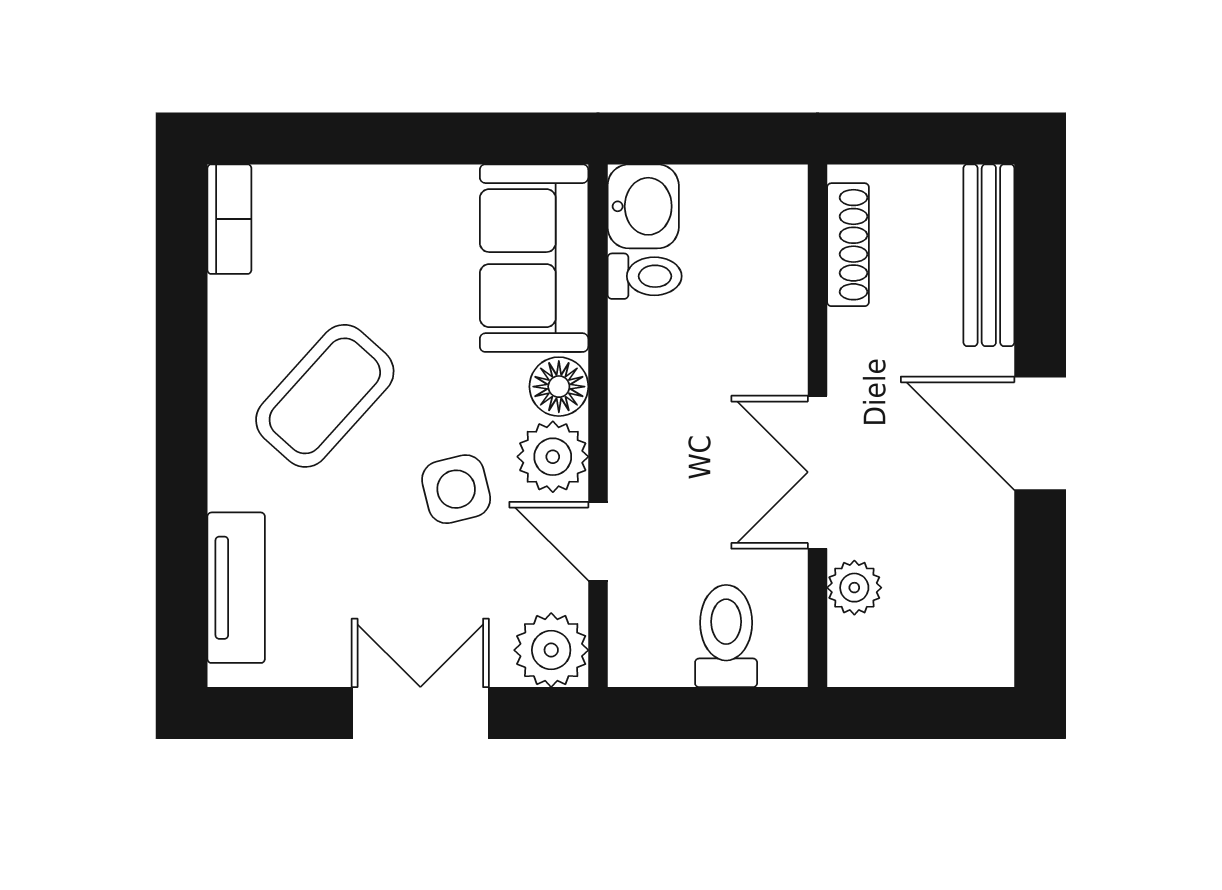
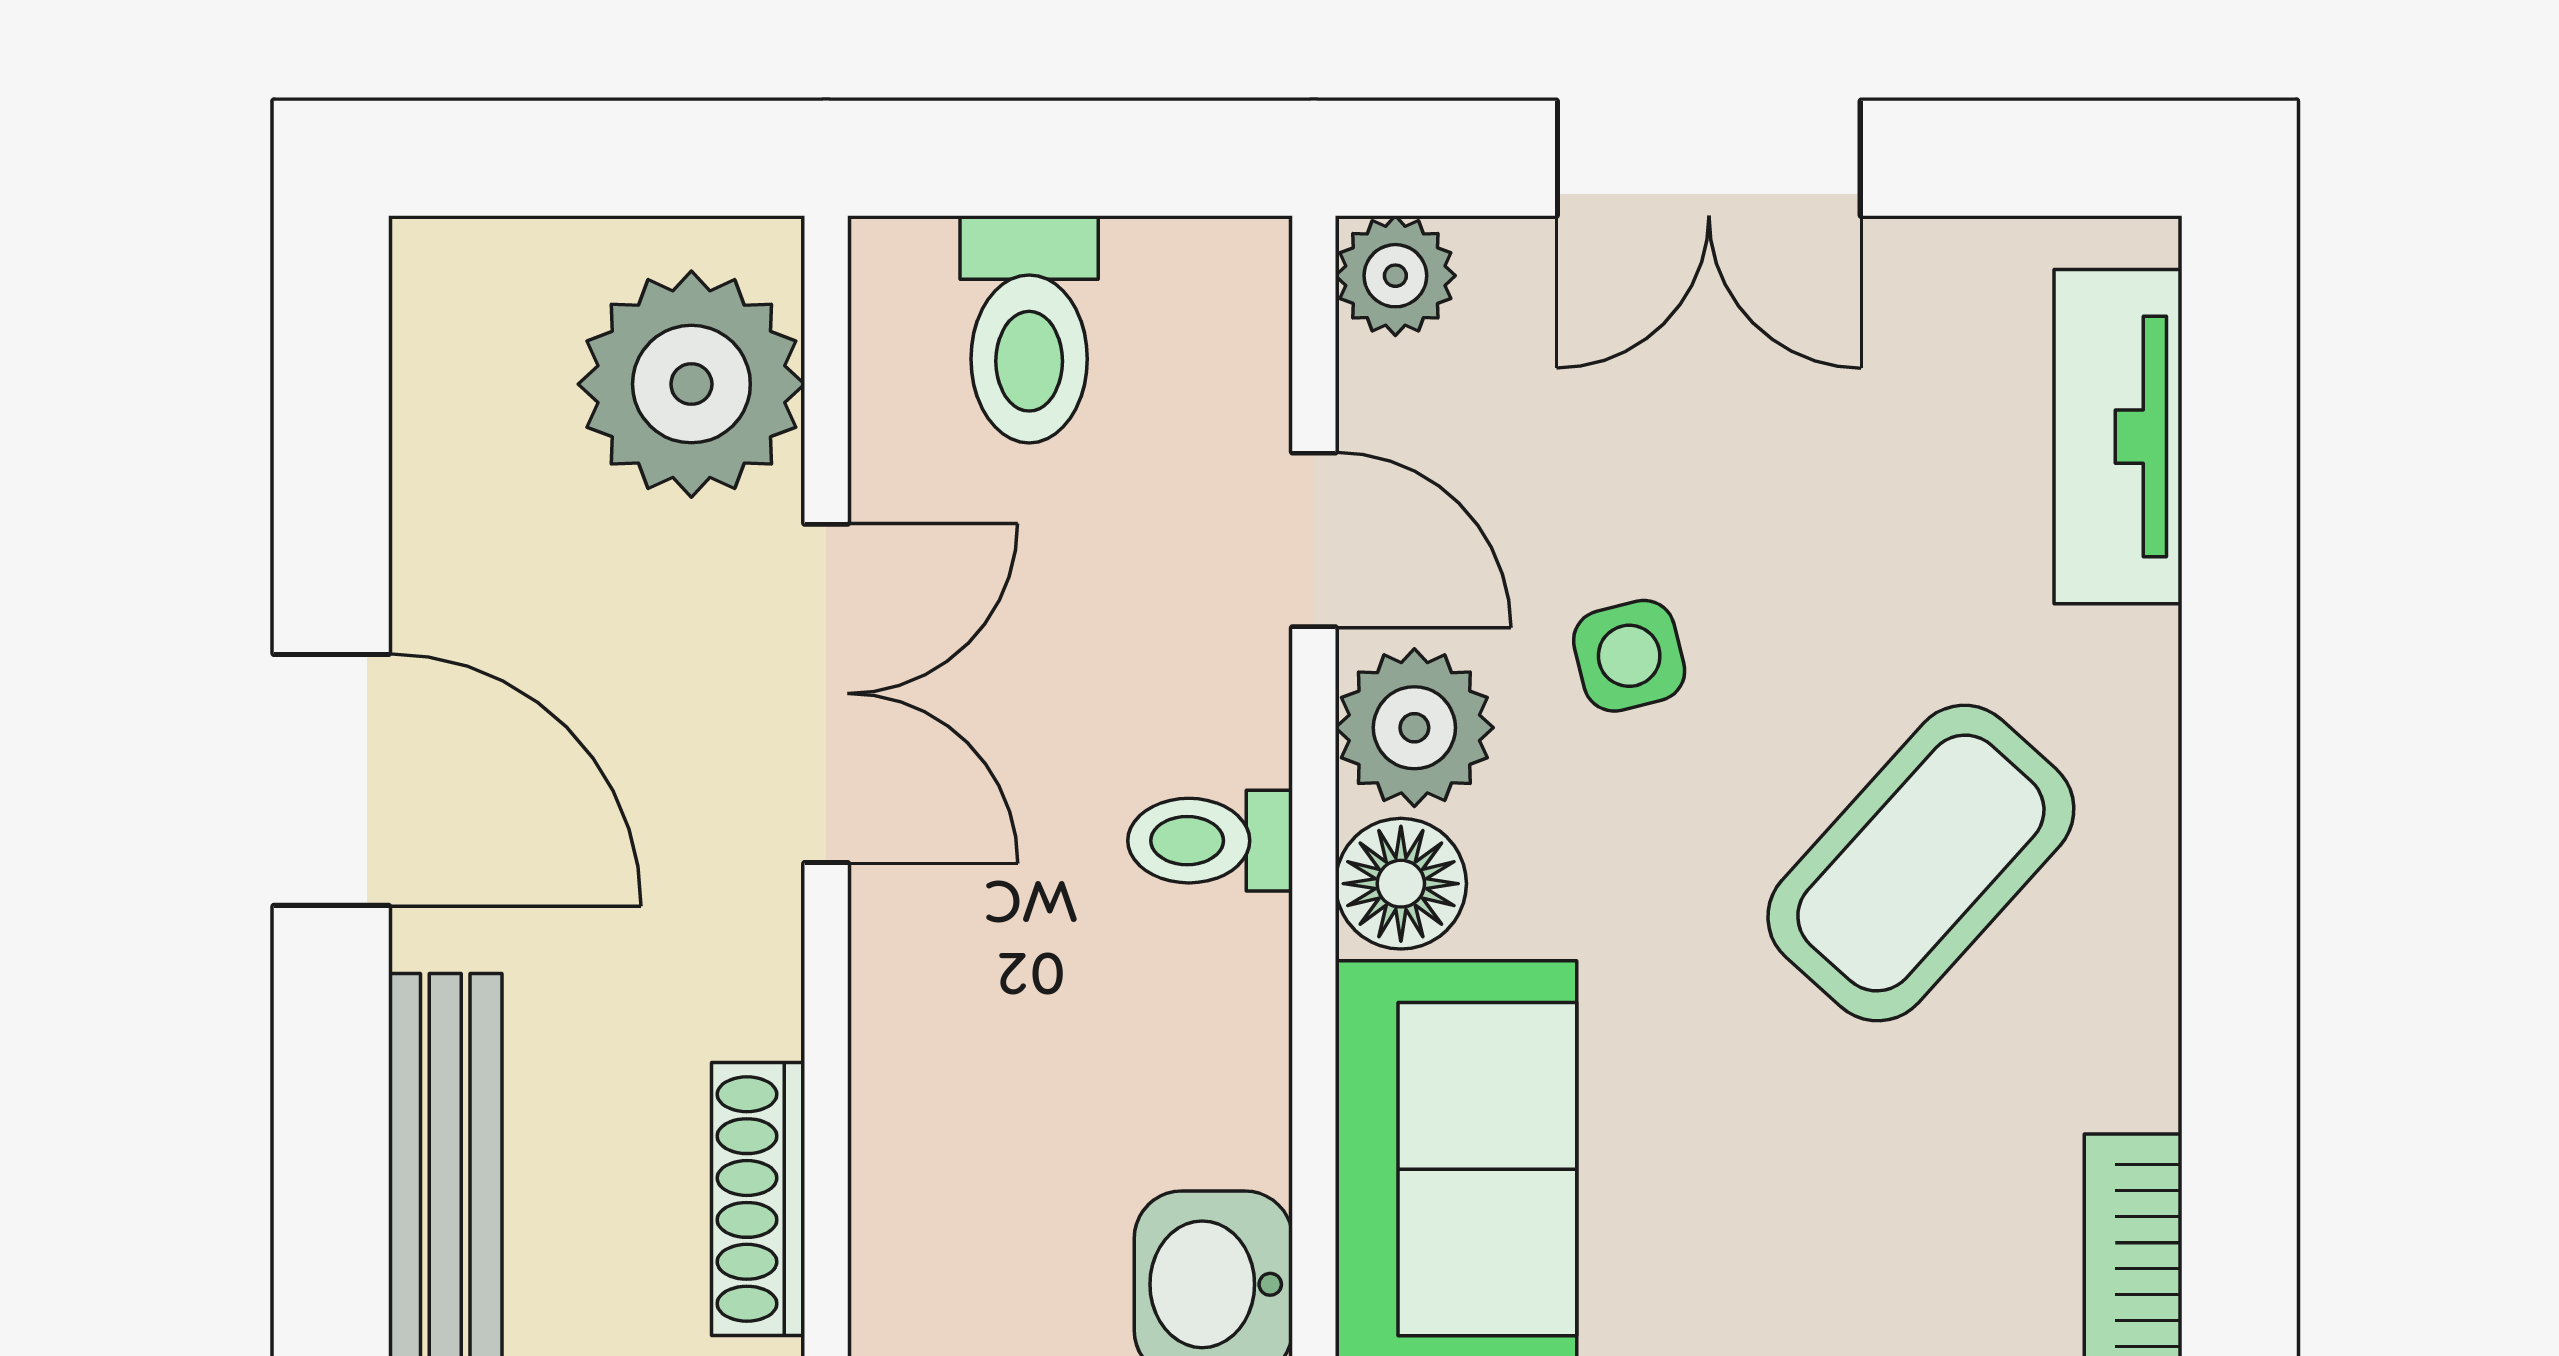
toilet: (645, 276) -> (1210, 841), moved
side table: (456, 489) -> (1629, 656), width x0.73, depth x0.73
plant: (854, 588) -> (691, 384), width x1.88, depth x1.88
plant: (551, 650) -> (1395, 276), width x0.73, depth x0.73

